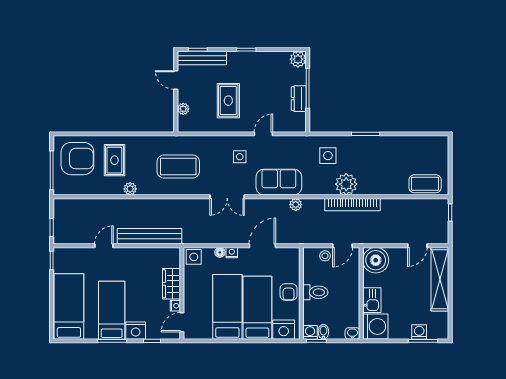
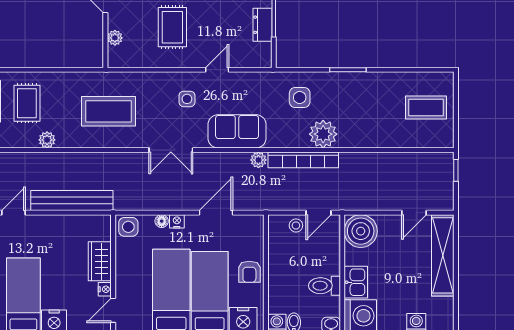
coffee table: (425, 184) -> (426, 107), moved
bookcase: (353, 205) -> (303, 160), moved
toilet: (315, 292) -> (324, 286), moved, turned 180

